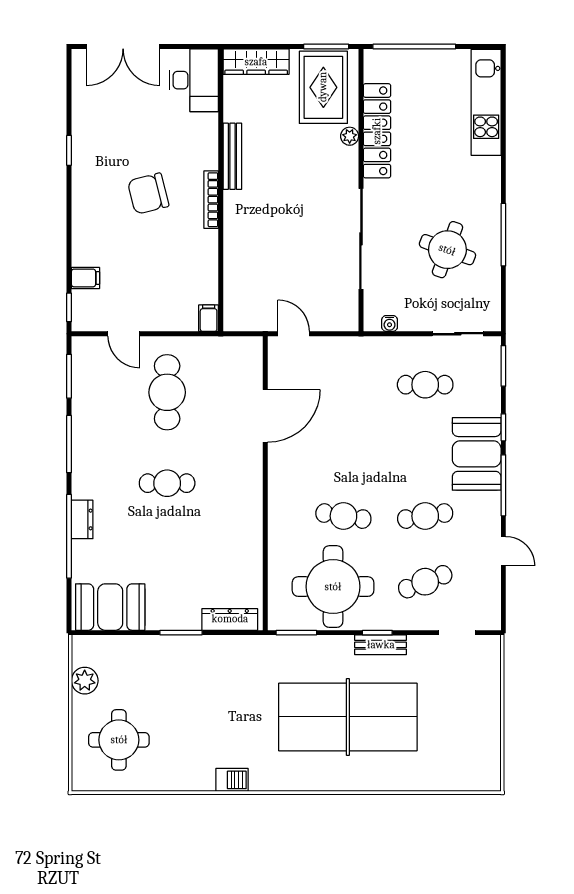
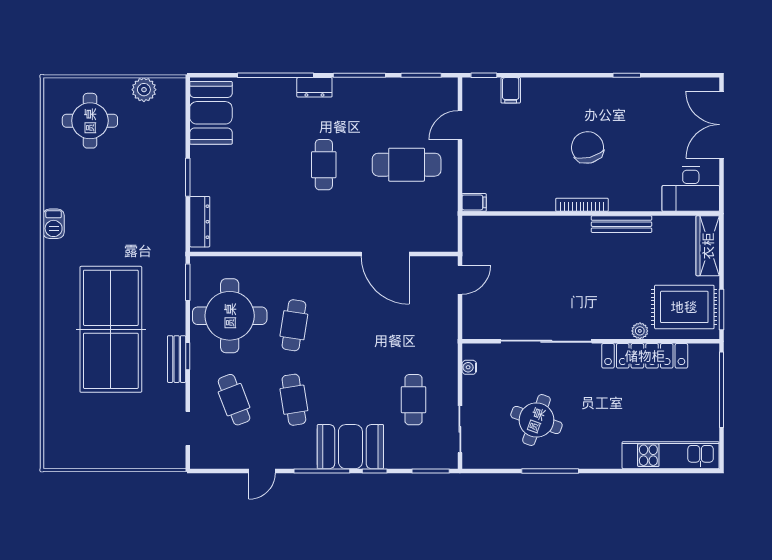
dresser: (82, 519) -> (314, 87), moved

